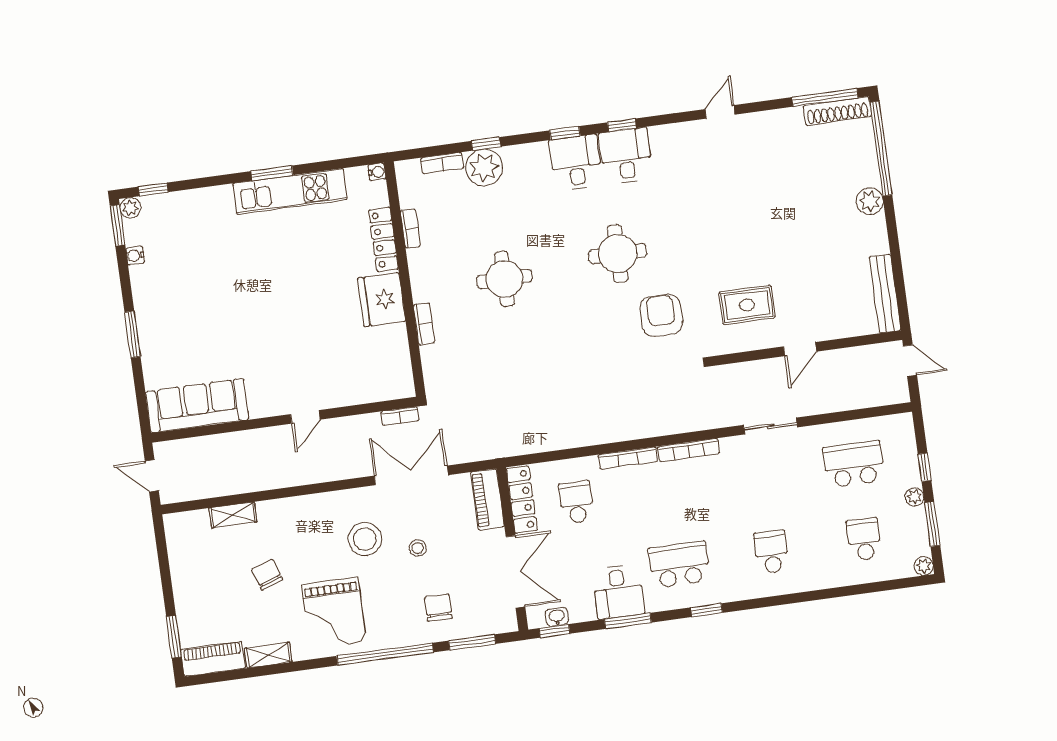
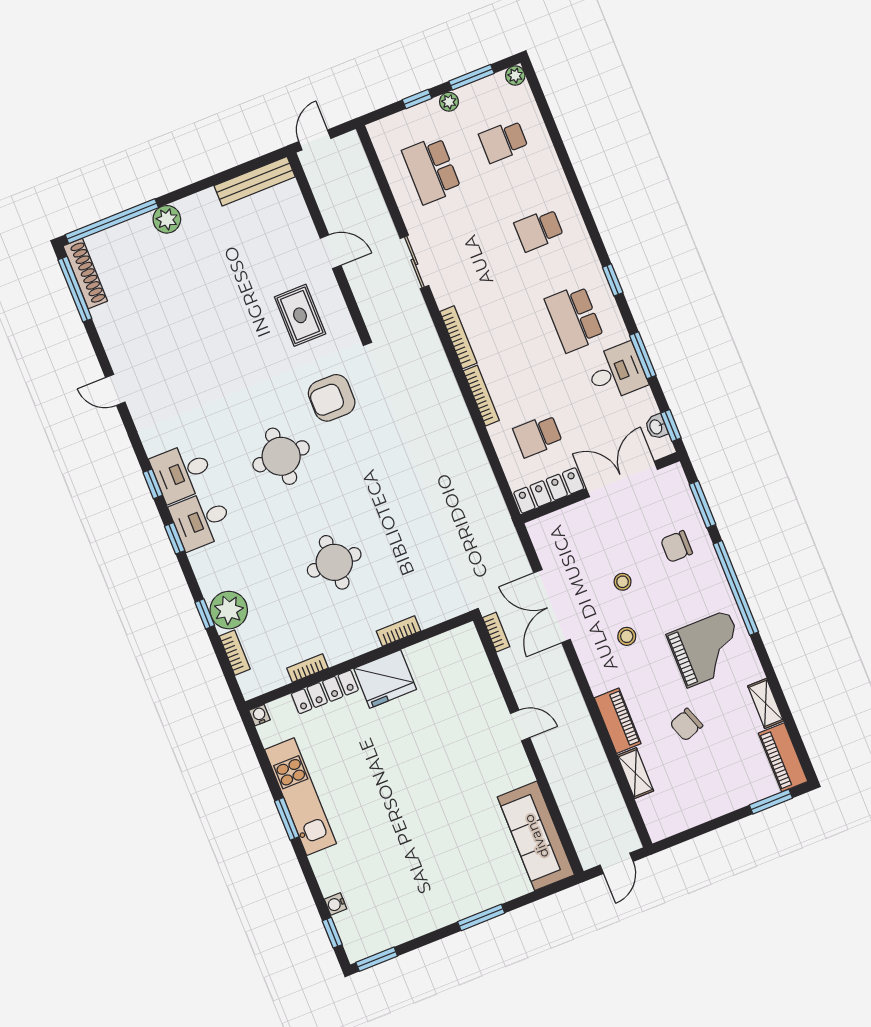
plant: (130, 208) -> (356, 951), removed
water cooler: (135, 256) -> (336, 904), moved, turned 90
piano: (487, 499) -> (618, 721), moved, turned -90
stool: (365, 539) -> (627, 636), width x0.53, depth x0.53

